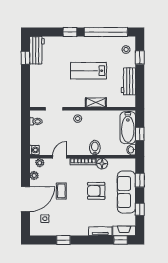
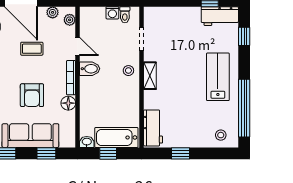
window: (70, 32) -> (244, 36), moved
window: (140, 57) -> (181, 153), moved
lab bench: (88, 71) -> (218, 77), moved
workbench: (128, 81) -> (153, 128), moved, turned 90
shelving: (96, 102) -> (150, 76), moved
bidet: (95, 148) -> (90, 69), moved
washing machine: (34, 150) -> (112, 13), moved
armchair: (96, 191) -> (32, 95), turned 180

